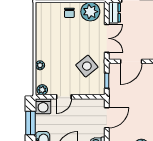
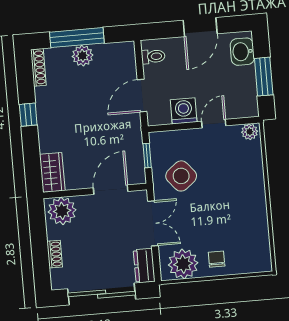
double door: (107, 38) -> (153, 223), swing flipped
plant: (40, 65) -> (257, 171), removed
washing machine: (43, 106) -> (184, 111), moved

